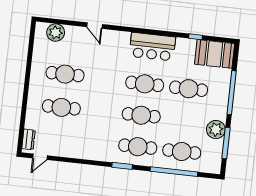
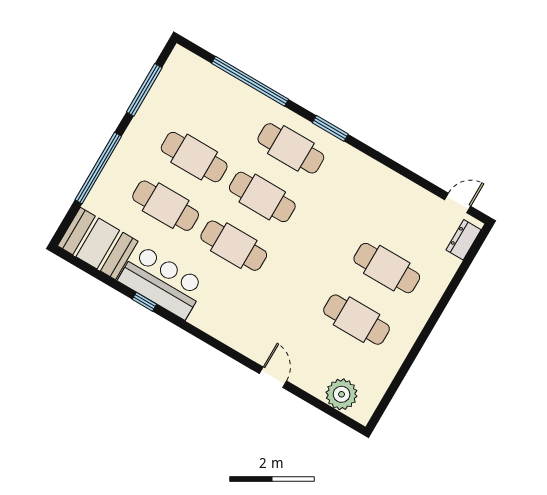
window: (196, 37) -> (144, 302), moved
bar counter: (152, 47) -> (162, 282), moved
plant: (216, 130) -> (151, 119), removed
cafe table: (182, 151) -> (194, 157), moved

